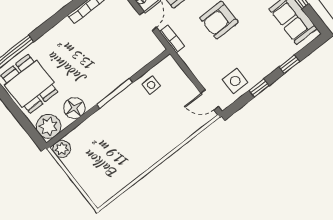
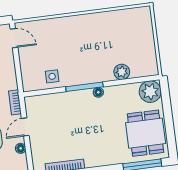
floor lamp: (74, 108) -> (98, 92), moved, width x0.53, depth x0.53
plant: (62, 149) -> (122, 72), moved

